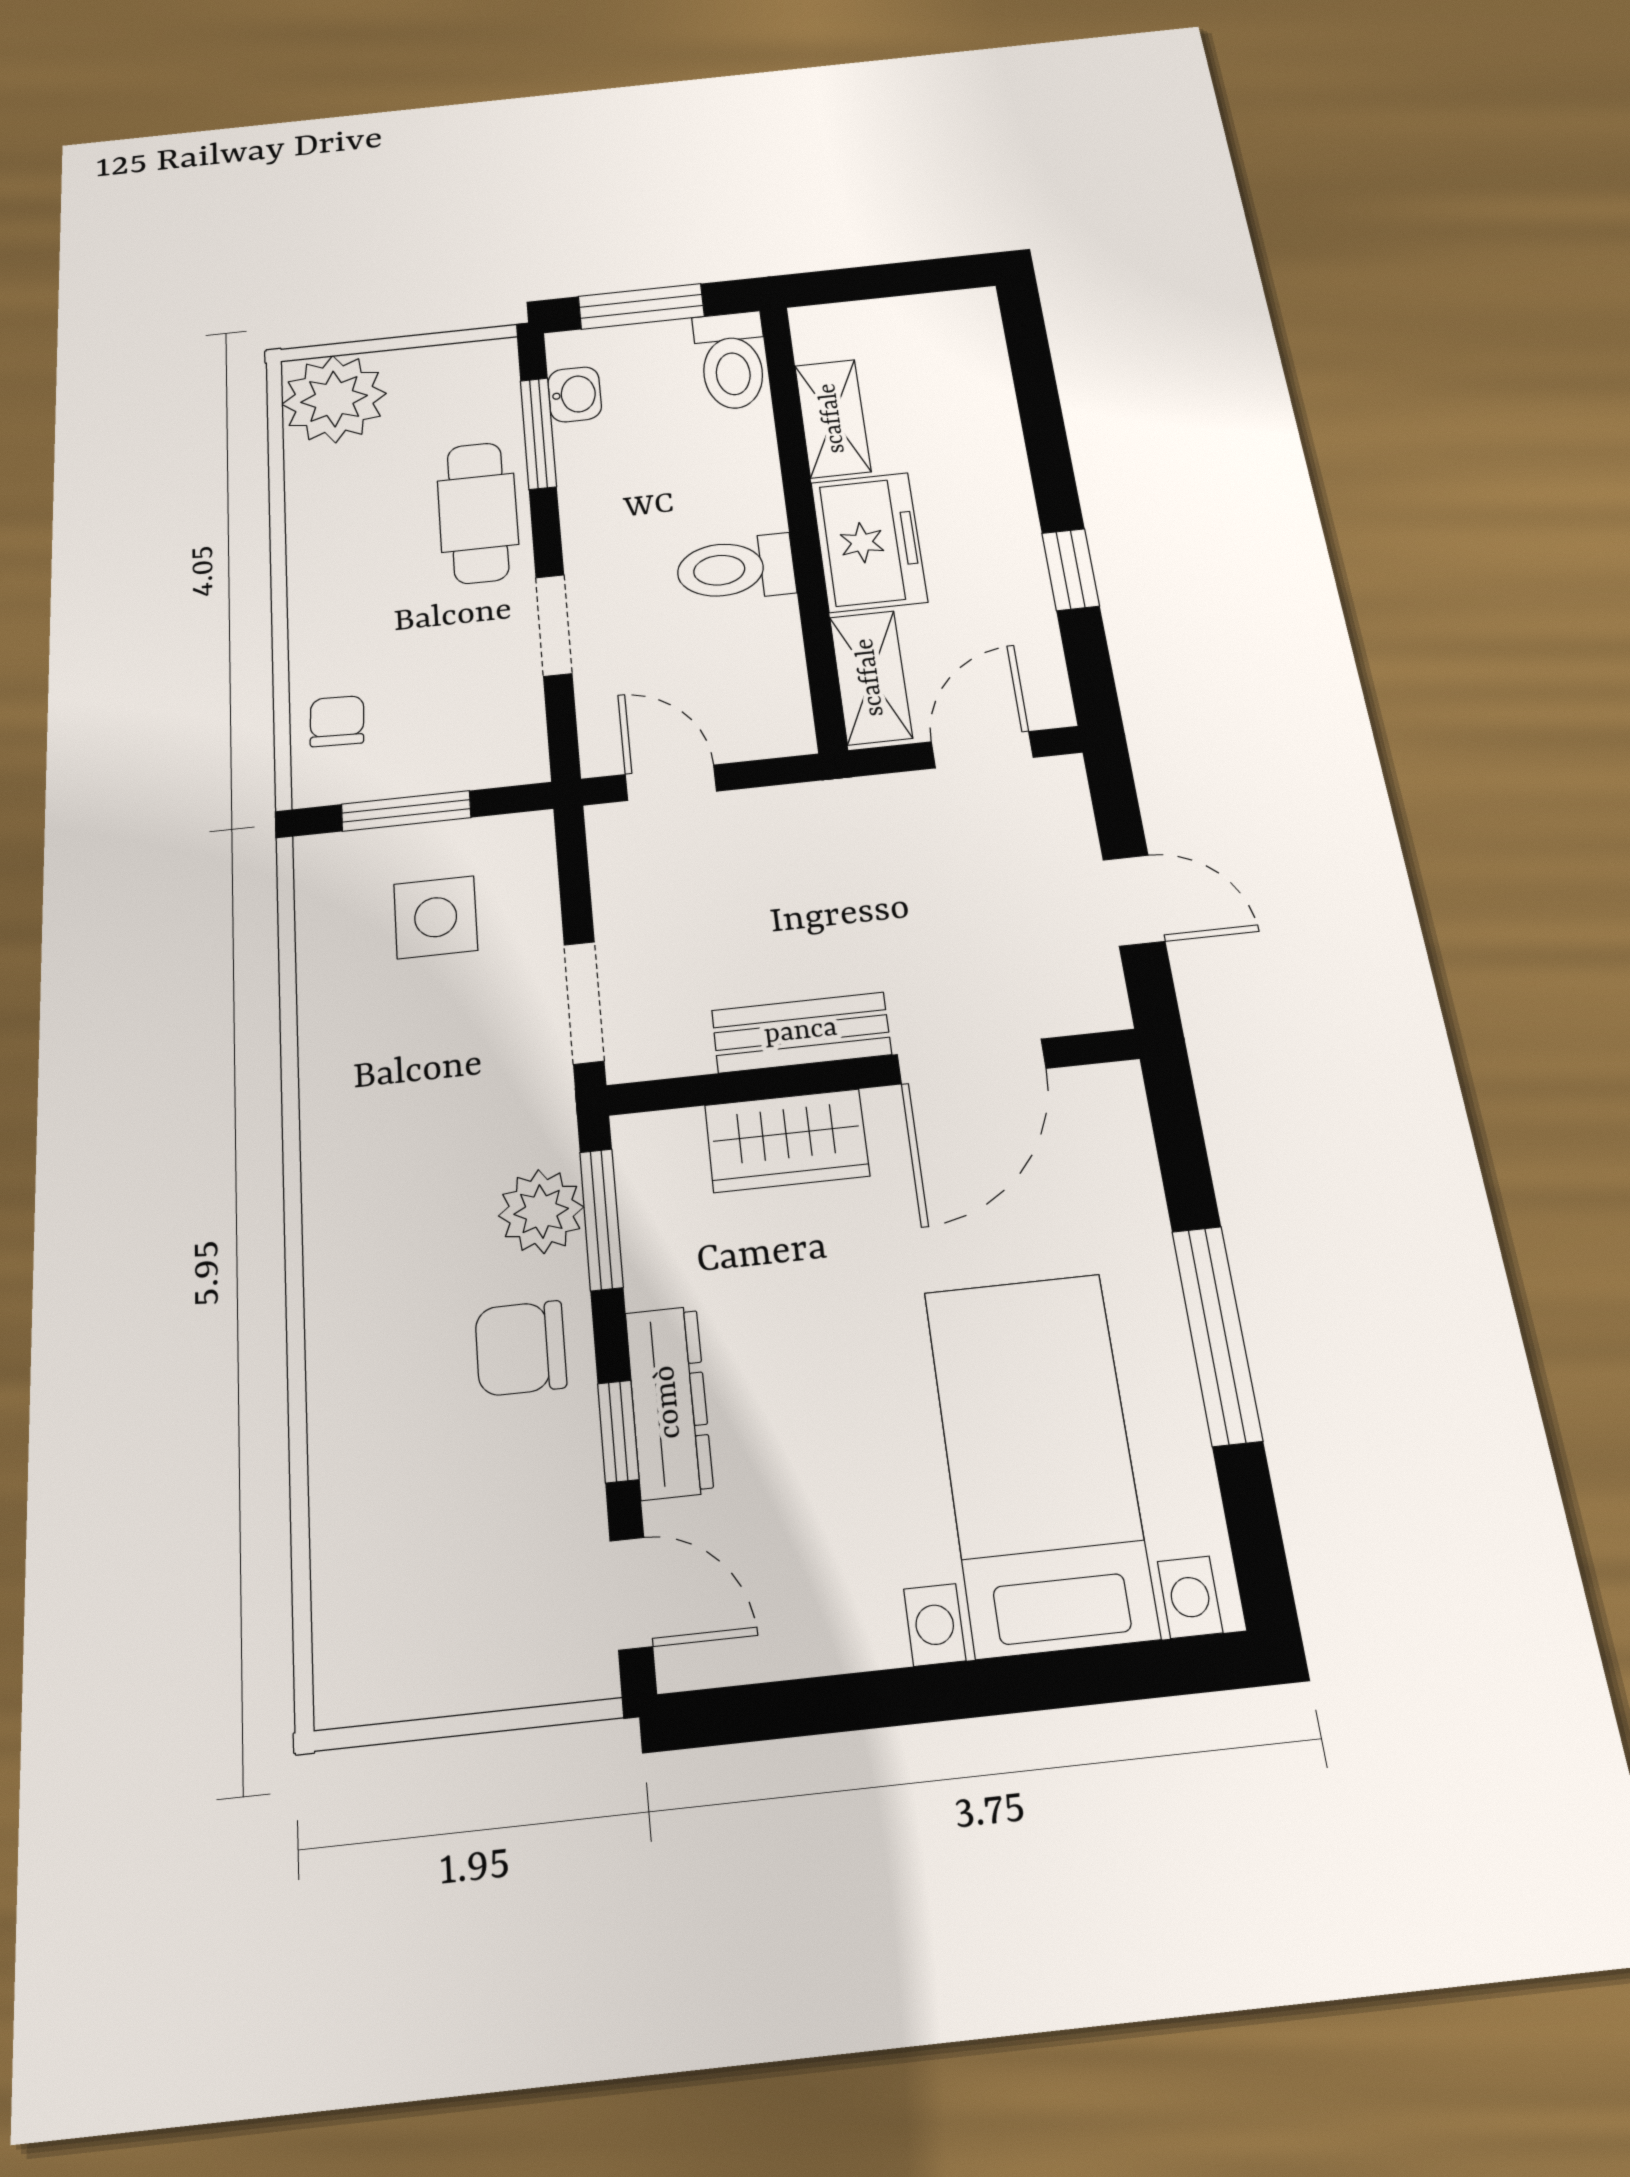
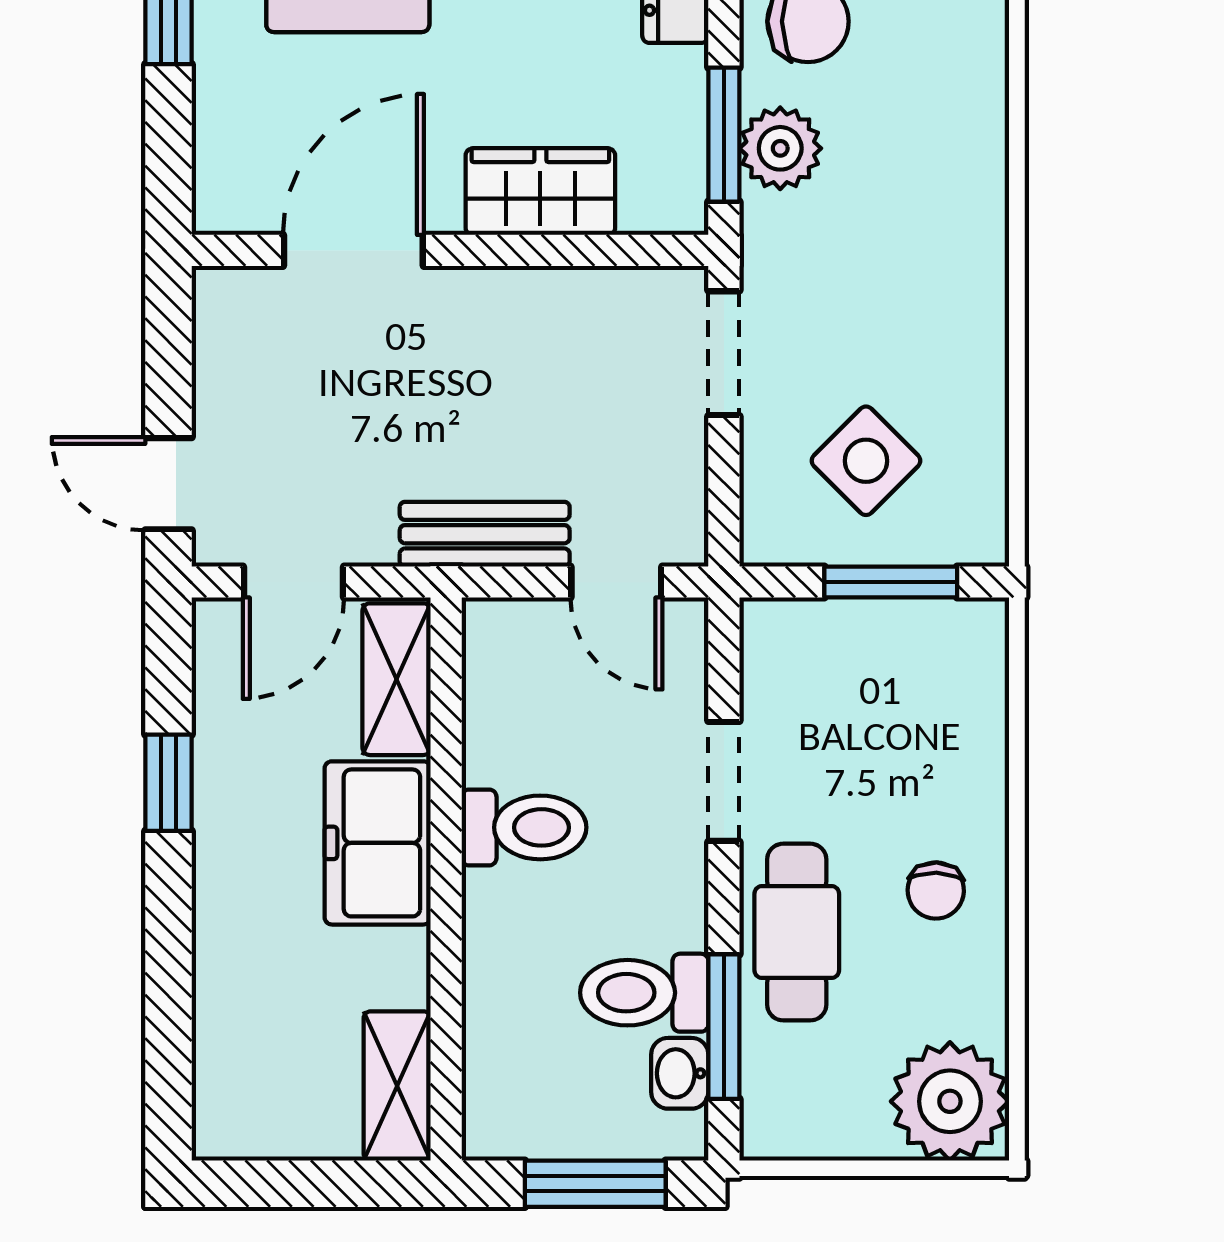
toilet: (732, 361) -> (644, 993), moved, turned -90
shelving: (833, 418) -> (397, 1086), moved
chair: (337, 721) -> (936, 891), moved
door: (1134, 900) -> (168, 484), moved
side table: (436, 917) -> (866, 461), turned 45
bench: (801, 1032) -> (485, 534), moved

